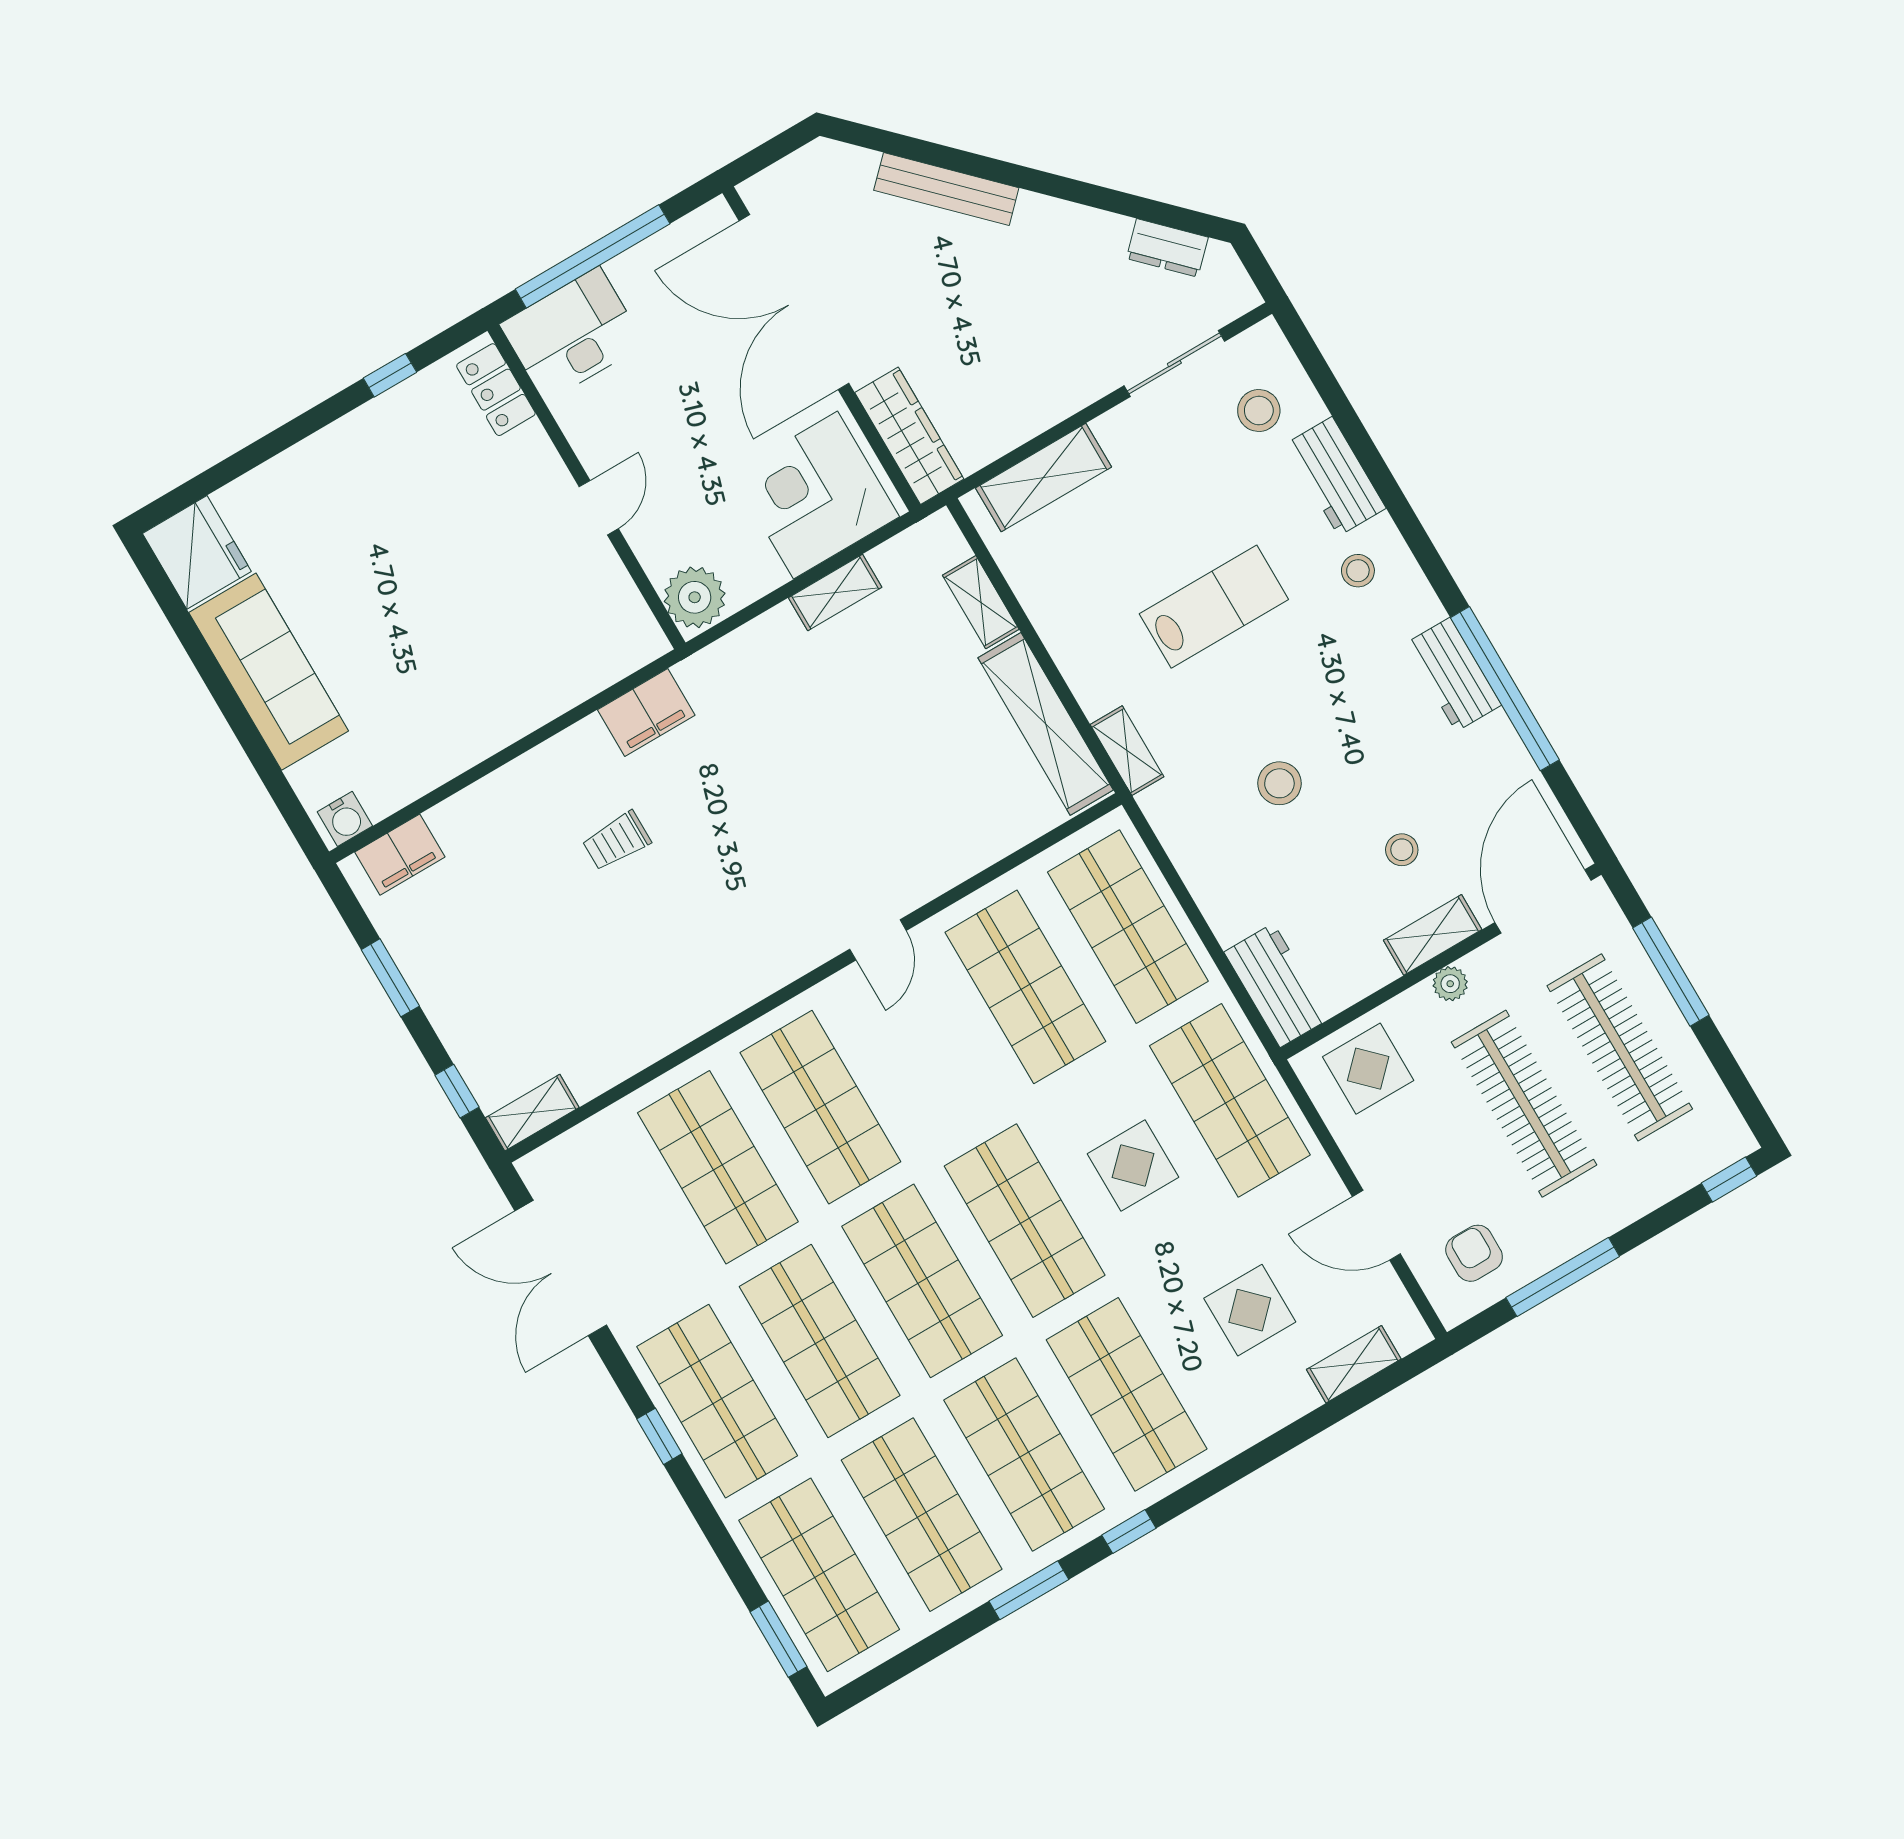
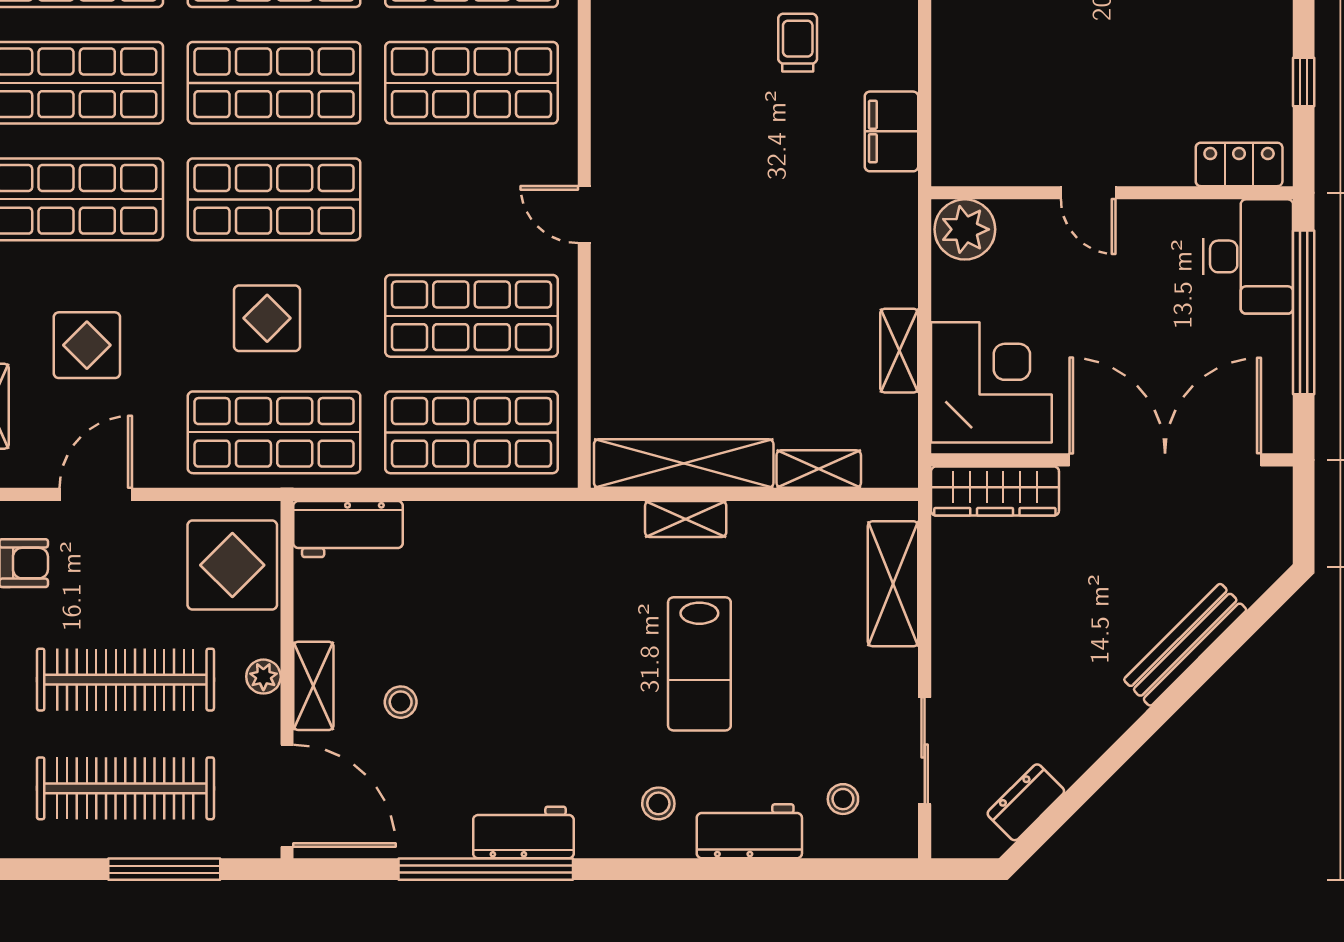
stool: (1259, 411) -> (843, 799), width x0.73, depth x0.73
shelving: (1127, 751) -> (686, 519), moved
stool: (1279, 783) -> (518, 632), removed
display table: (1368, 1069) -> (232, 565), width x1.36, depth x1.36

